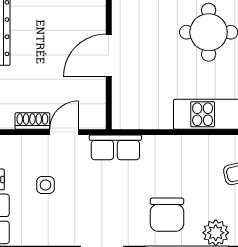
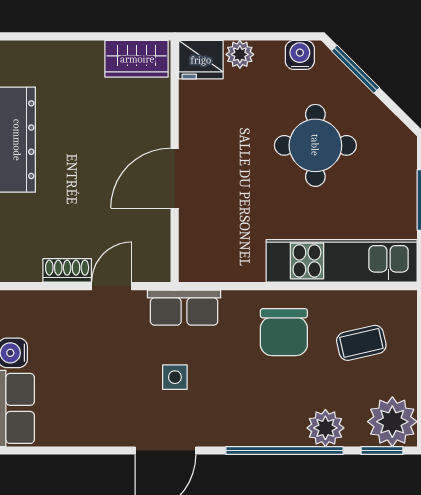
side table: (45, 185) -> (175, 377), moved
chair: (167, 215) -> (284, 332), moved

